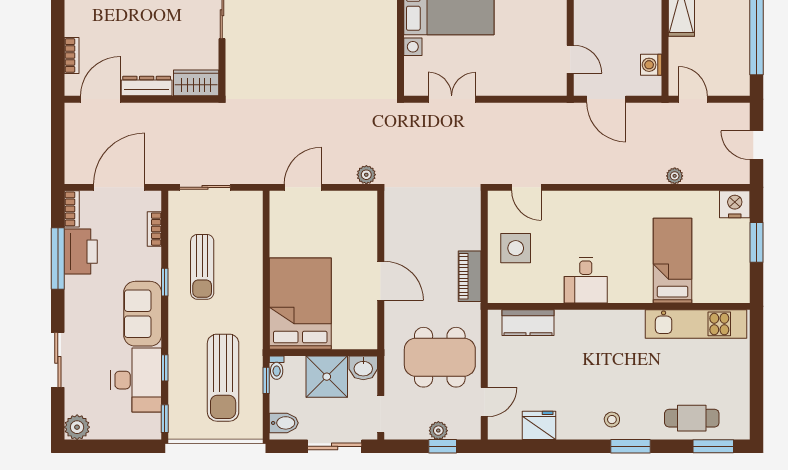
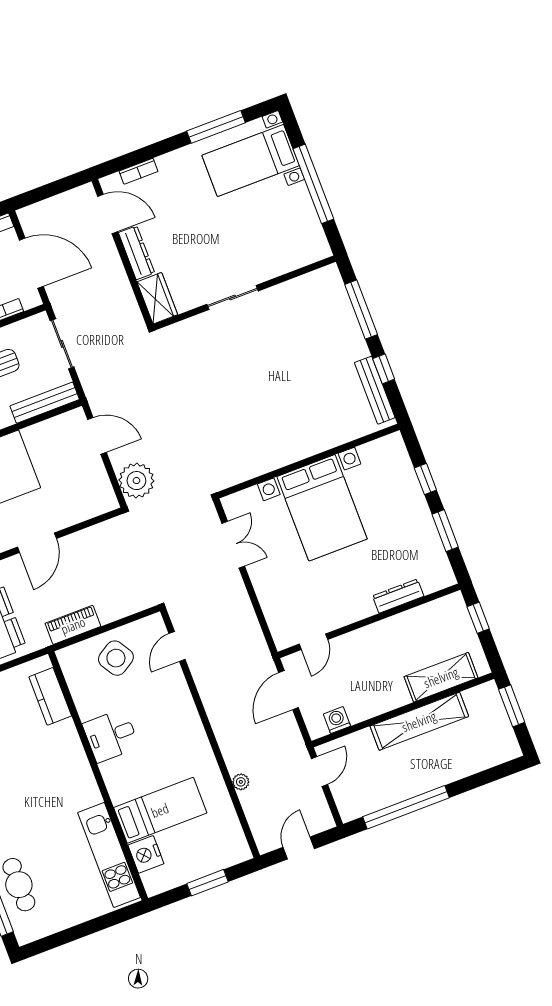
plant: (366, 175) -> (136, 481), width x1.87, depth x1.87
nightstand: (735, 204) -> (146, 854), moved, turned 180
bench: (253, 224) -> (45, 403), added
side table: (516, 248) -> (116, 658), turned -32

